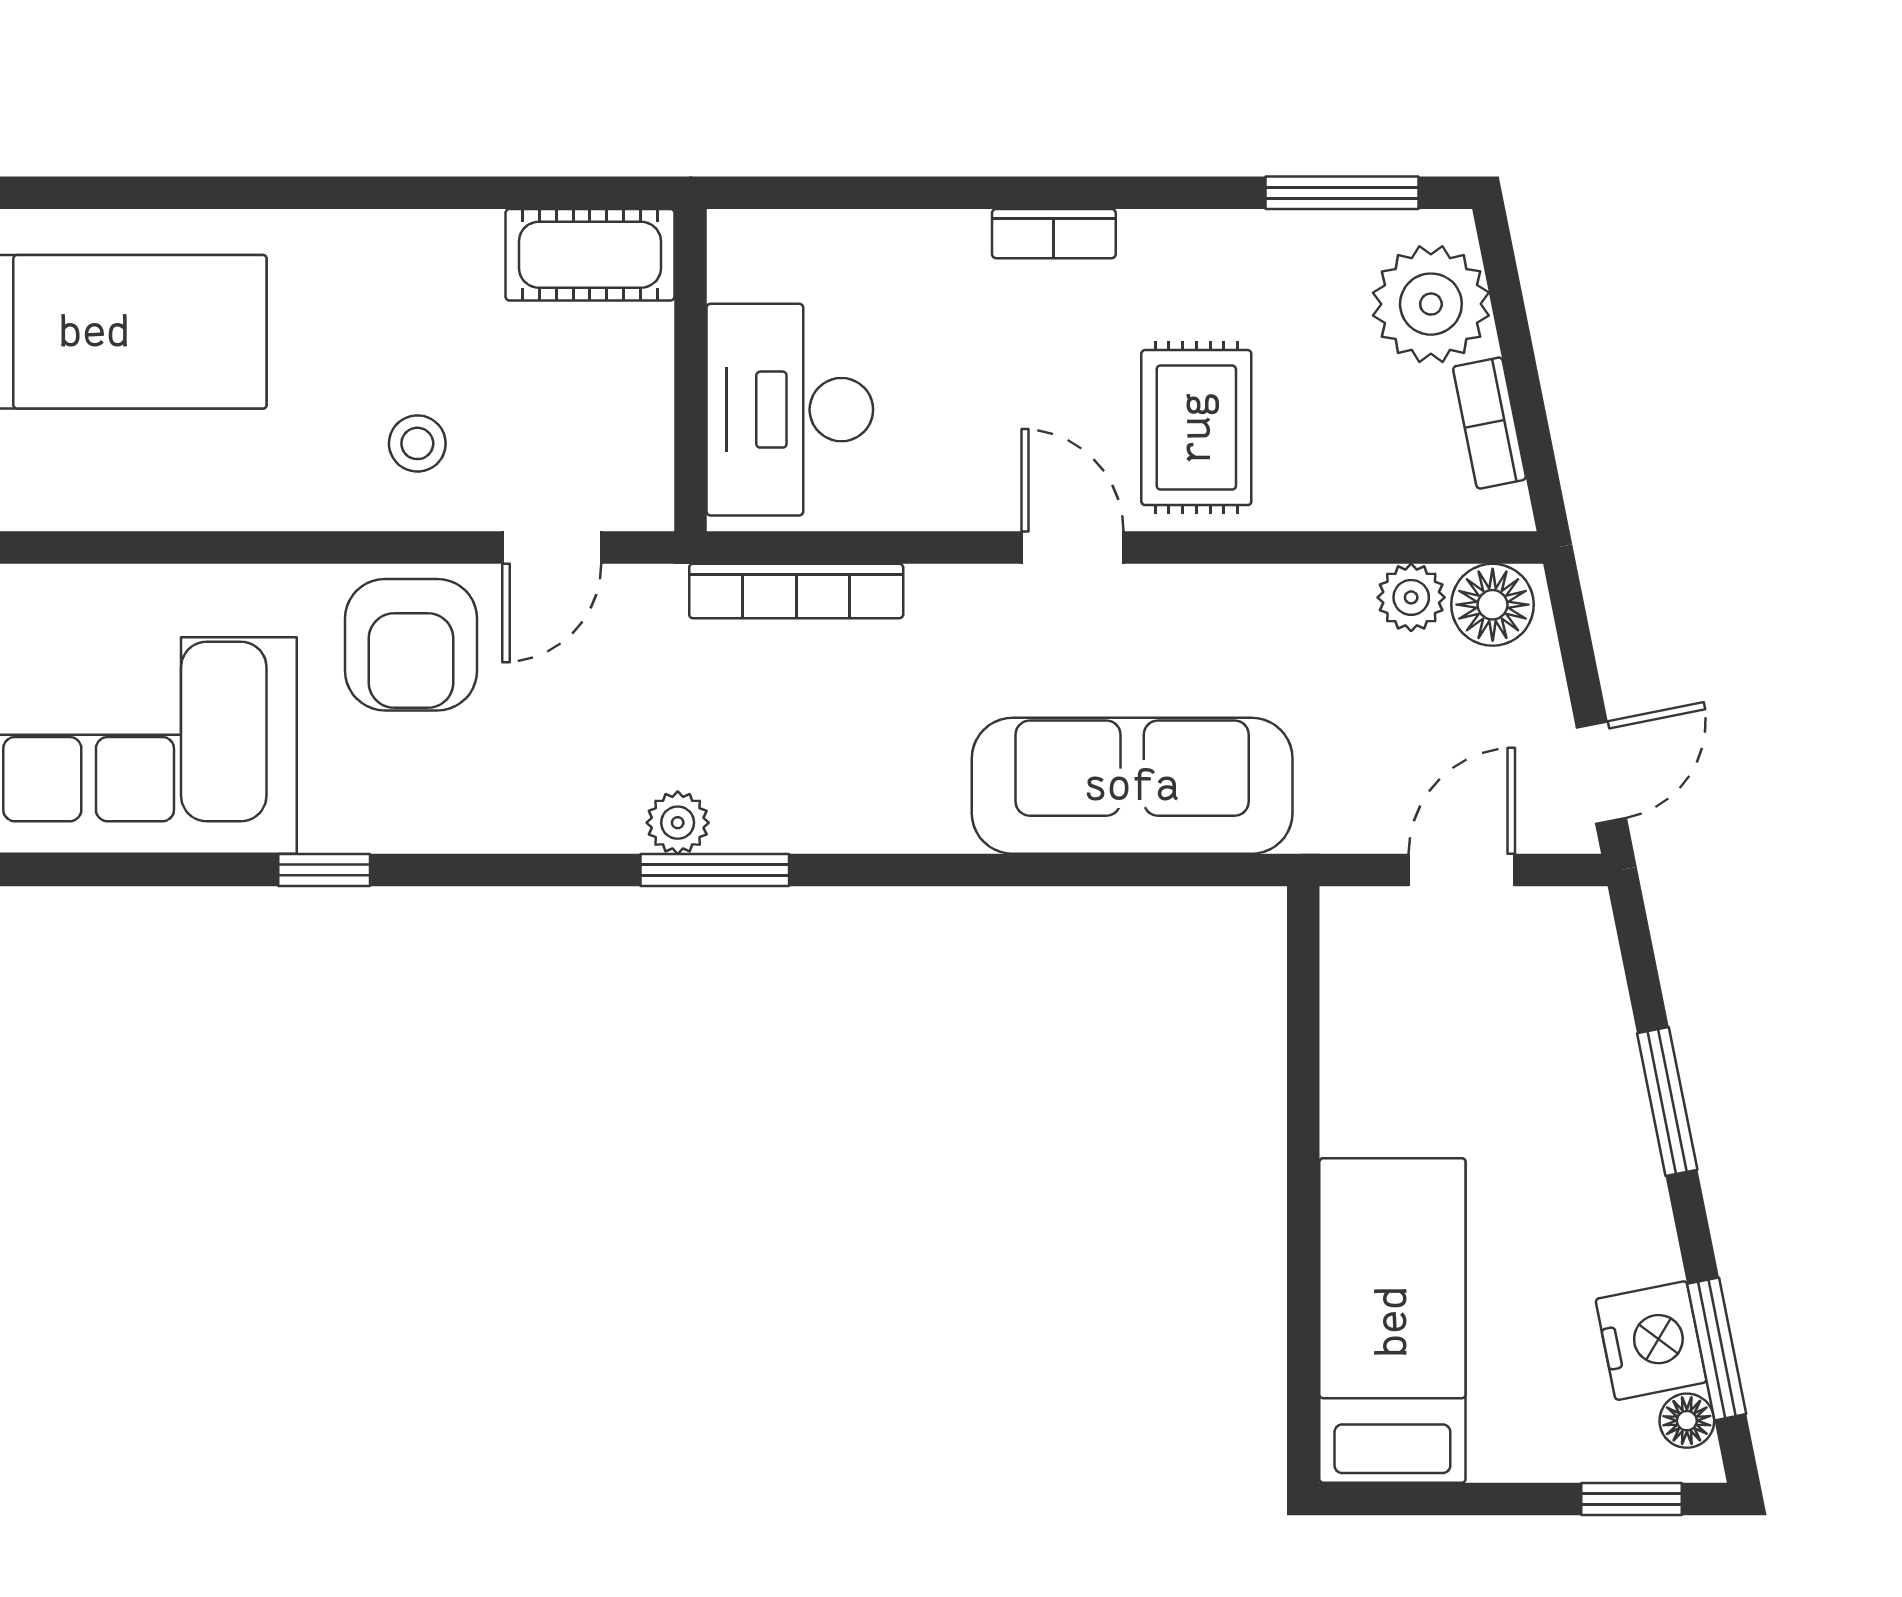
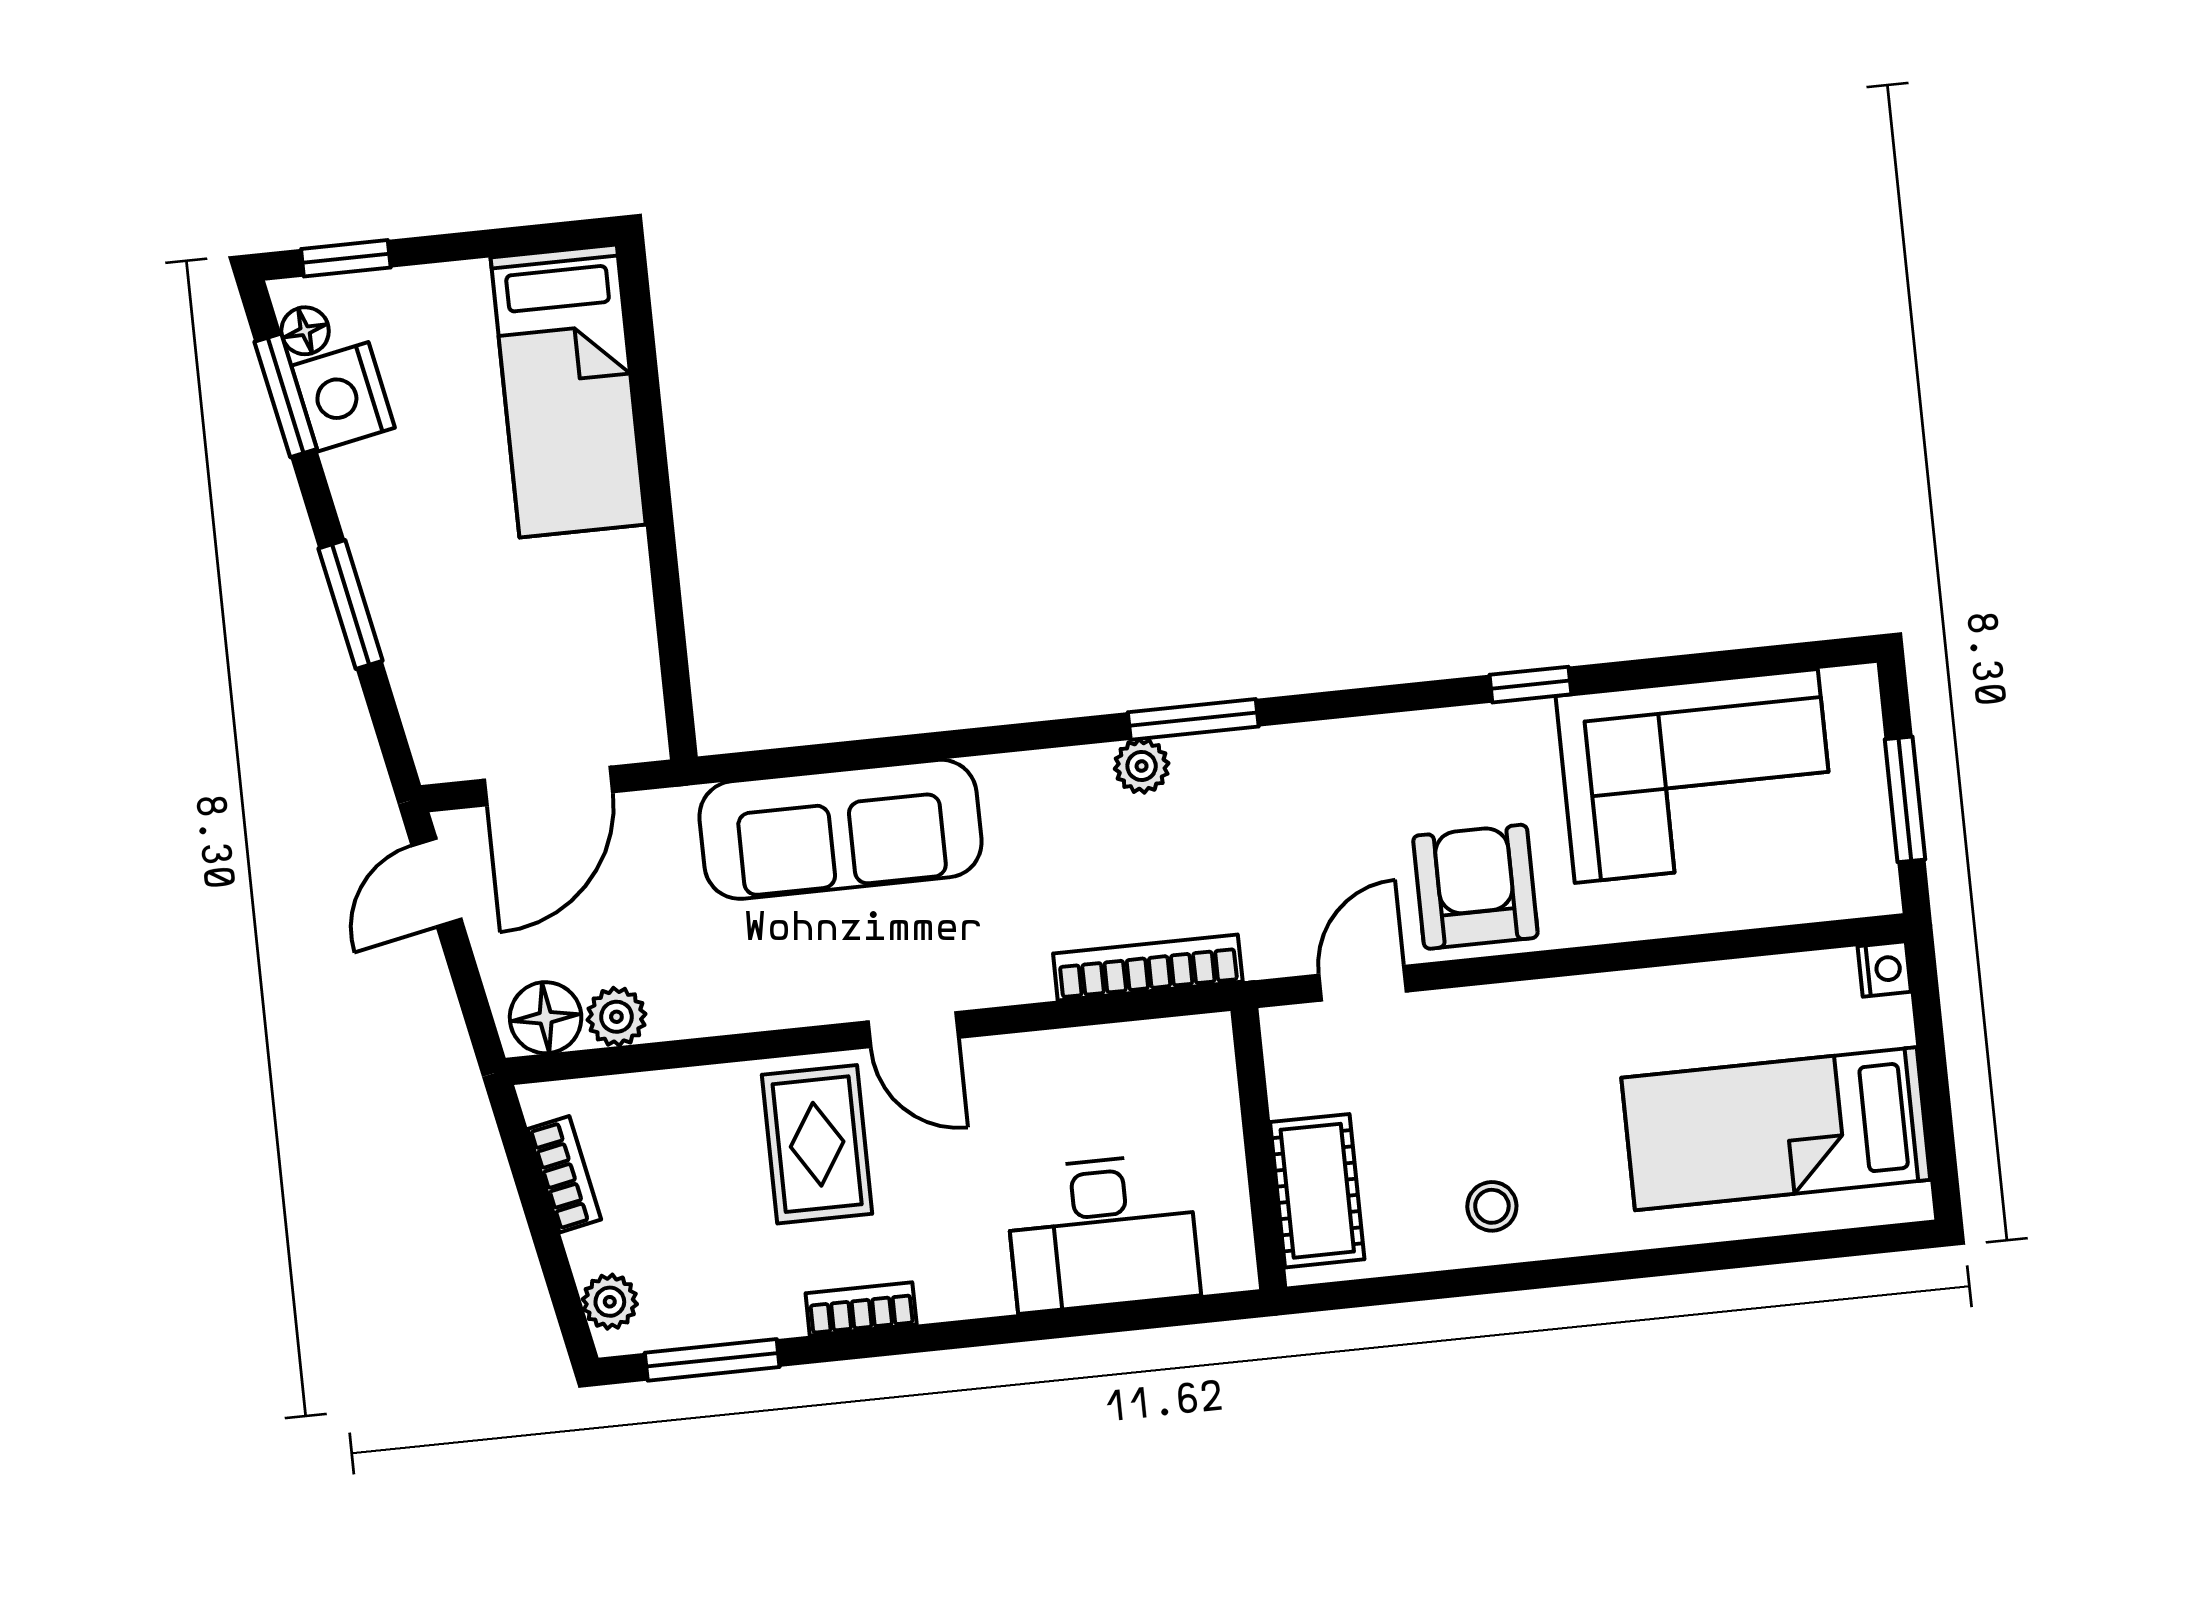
bookcase: (1054, 234) -> (861, 1309), moved
cot: (590, 255) -> (1317, 1191), moved, turned 90
plant: (1431, 304) -> (610, 1302), width x0.53, depth x0.53
desk: (790, 410) -> (1102, 1233), moved, turned 90
stool: (417, 443) -> (1492, 1206), moved
plant: (678, 823) -> (1142, 766), moved
door: (1462, 870) -> (548, 786), width x1.38

